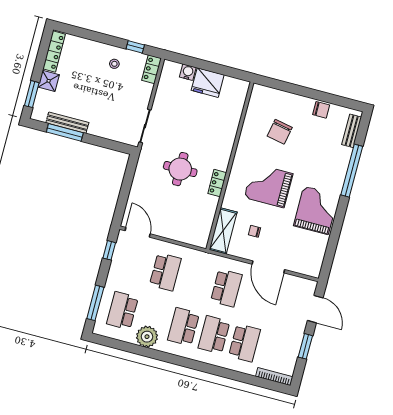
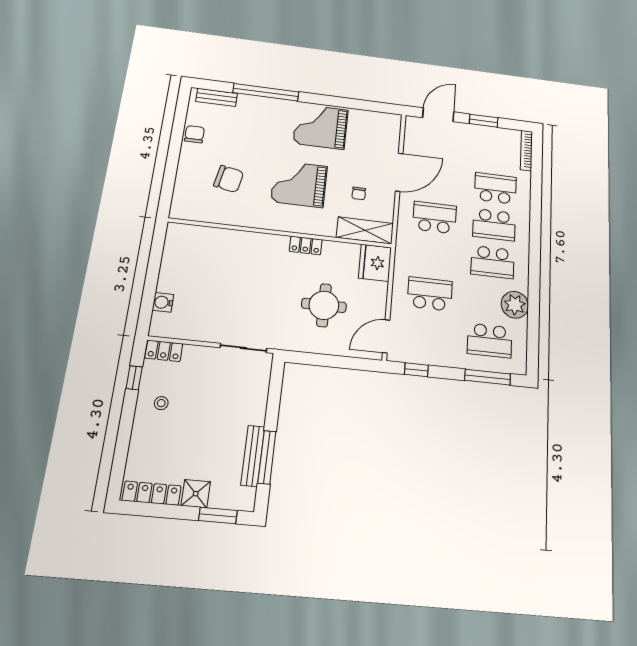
fridge: (208, 83) -> (375, 263), moved, turned 180
round table: (180, 169) -> (324, 305), moved
grand piano: (269, 186) -> (299, 184), turned 90

